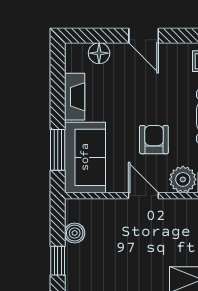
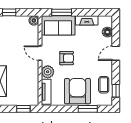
door: (143, 196) -> (40, 53), swing flipped
boiler: (75, 233) -> (34, 20), moved

